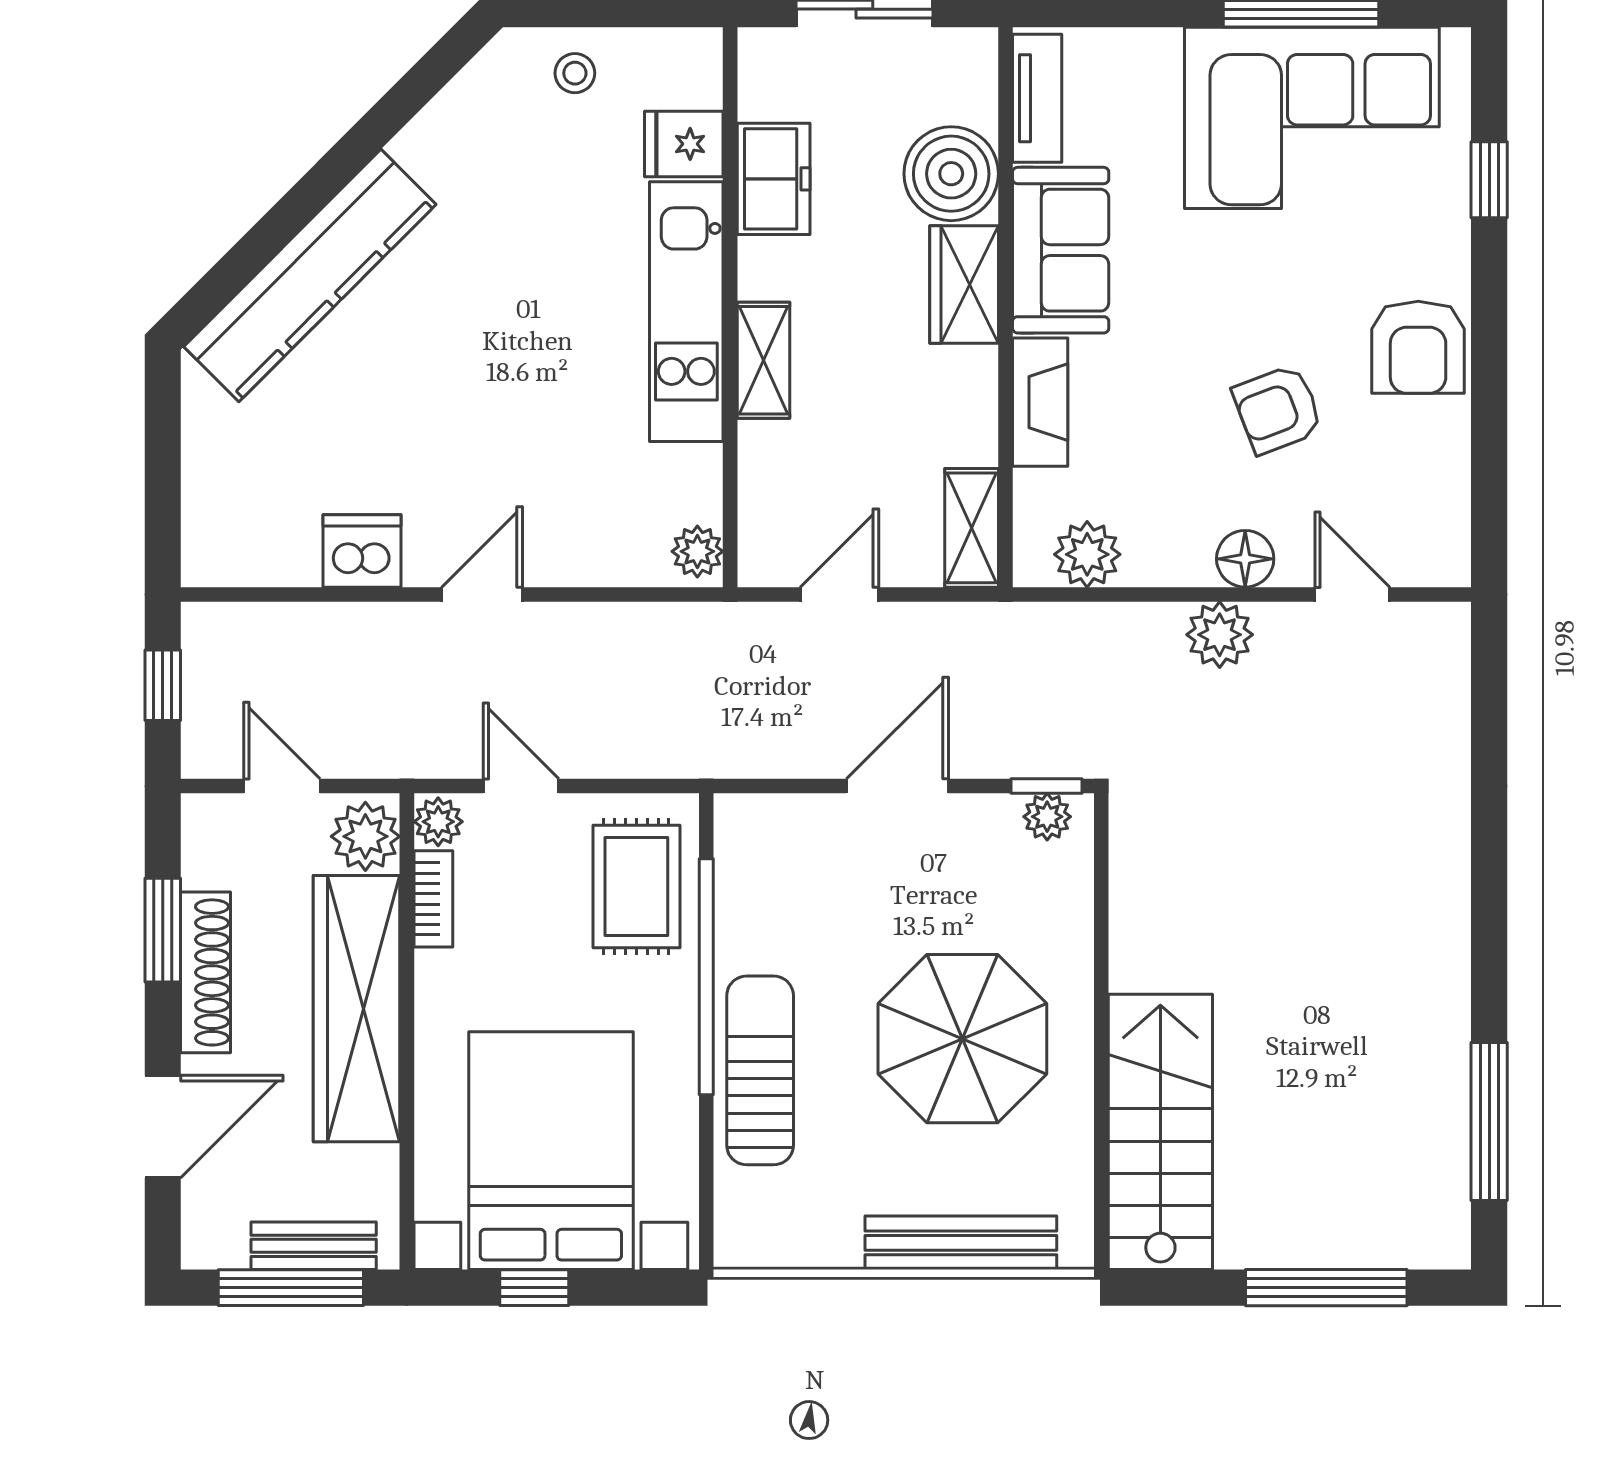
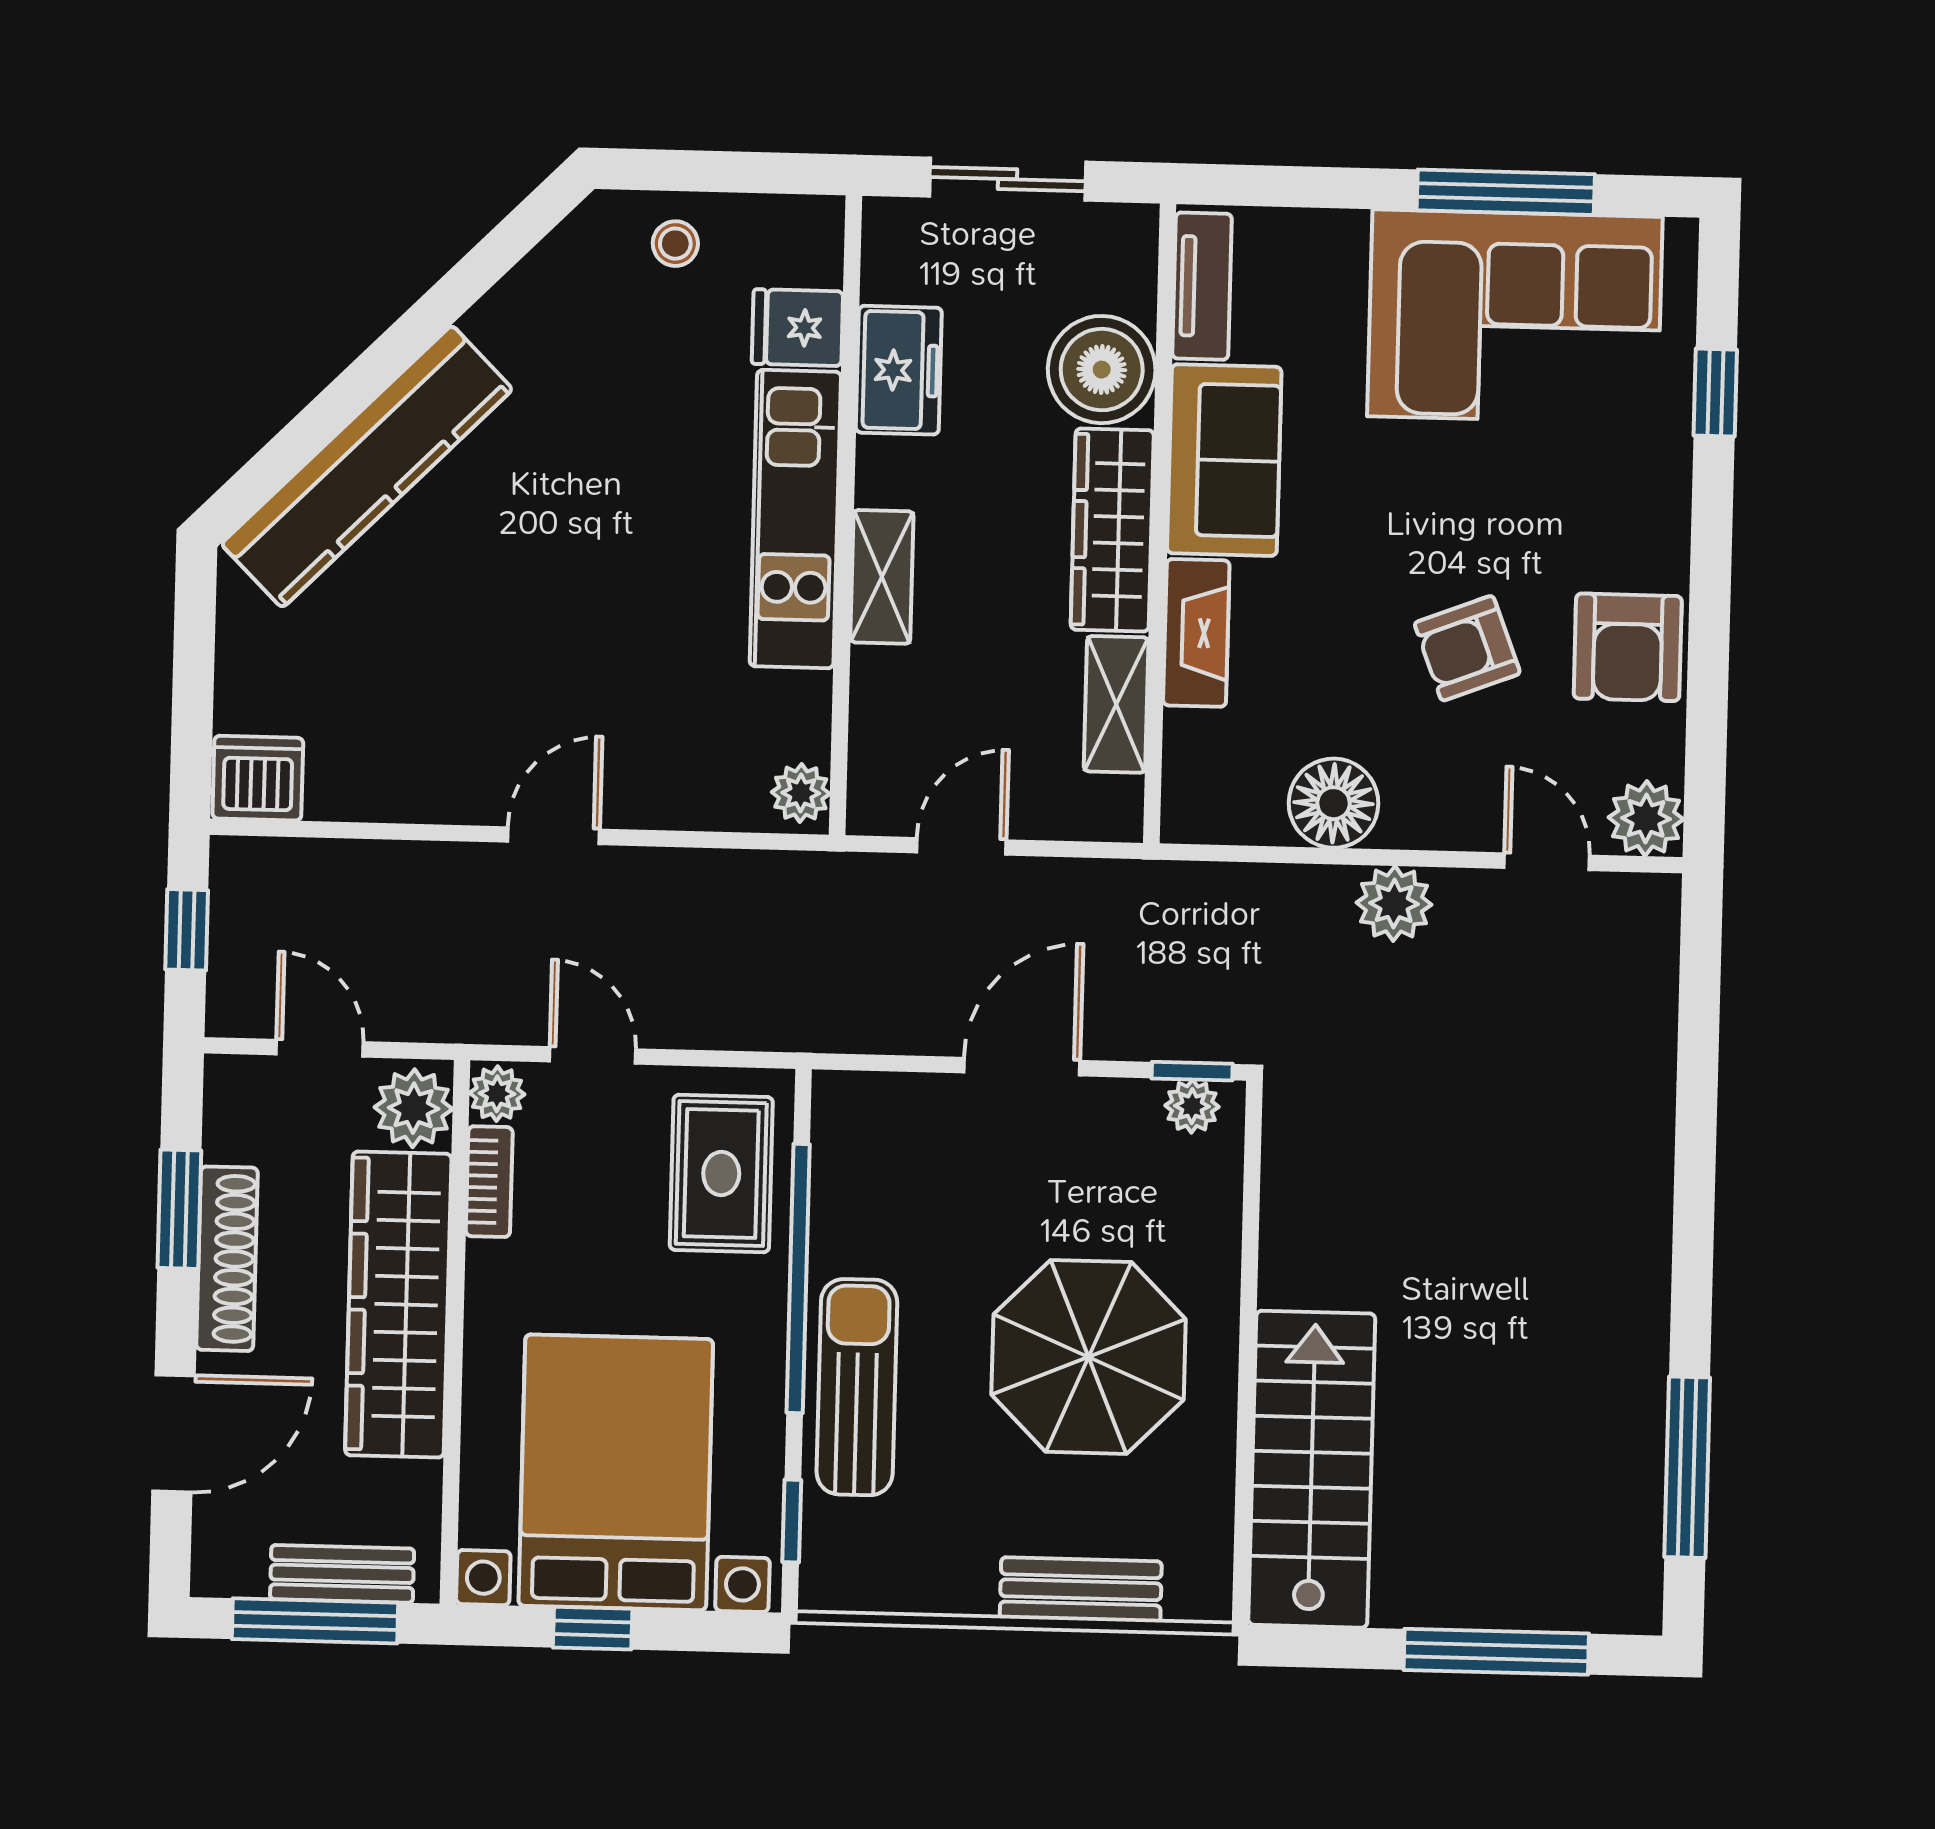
wardrobe: (964, 284) -> (1112, 530), width x1.50
armchair: (1418, 347) -> (1628, 647), moved
shelving: (972, 528) -> (1116, 704), moved
dishwasher: (362, 551) -> (258, 778), moved
plant: (1087, 554) -> (1646, 818), moved
floor lamp: (1245, 559) -> (1334, 803), moved, width x1.38, depth x1.38
window: (706, 1189) -> (792, 1521), added
bench: (961, 1243) -> (1081, 1590), width x0.73

